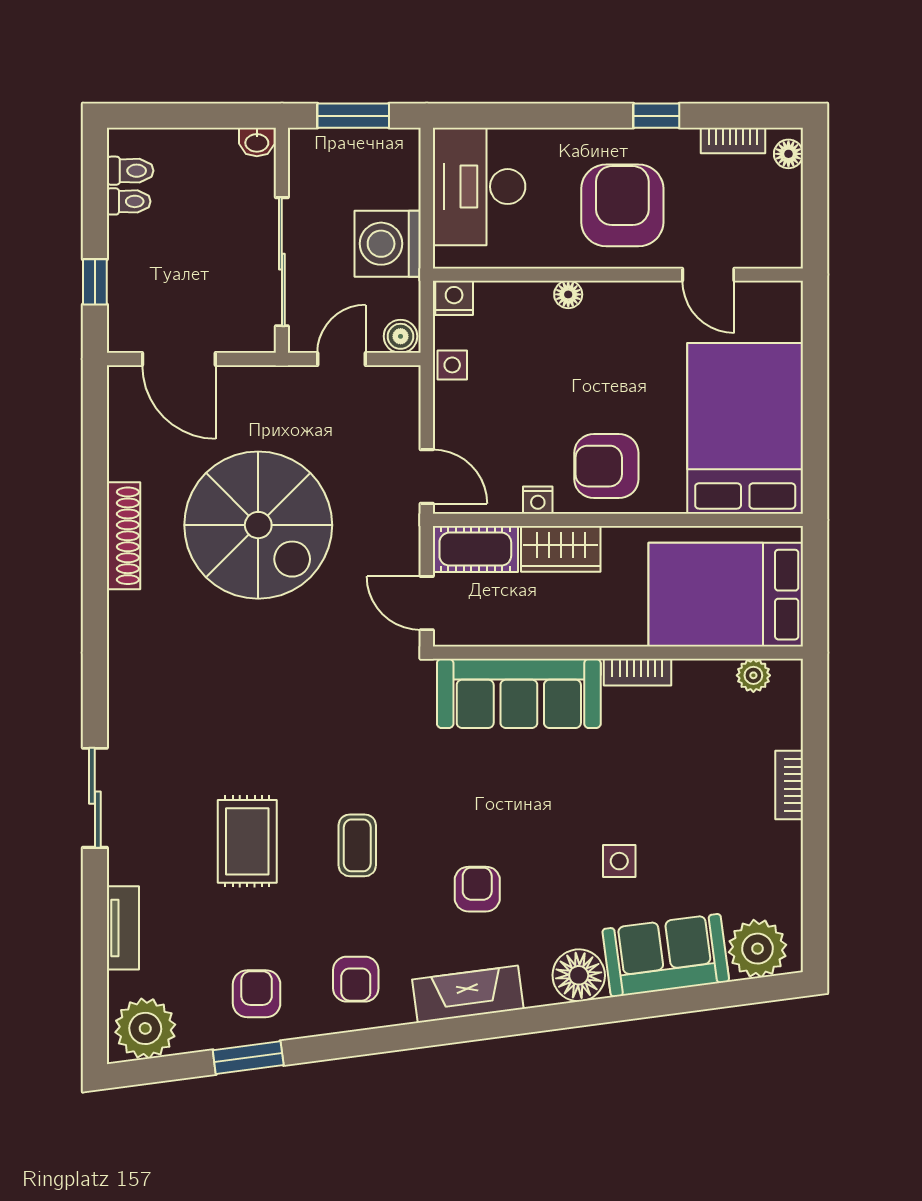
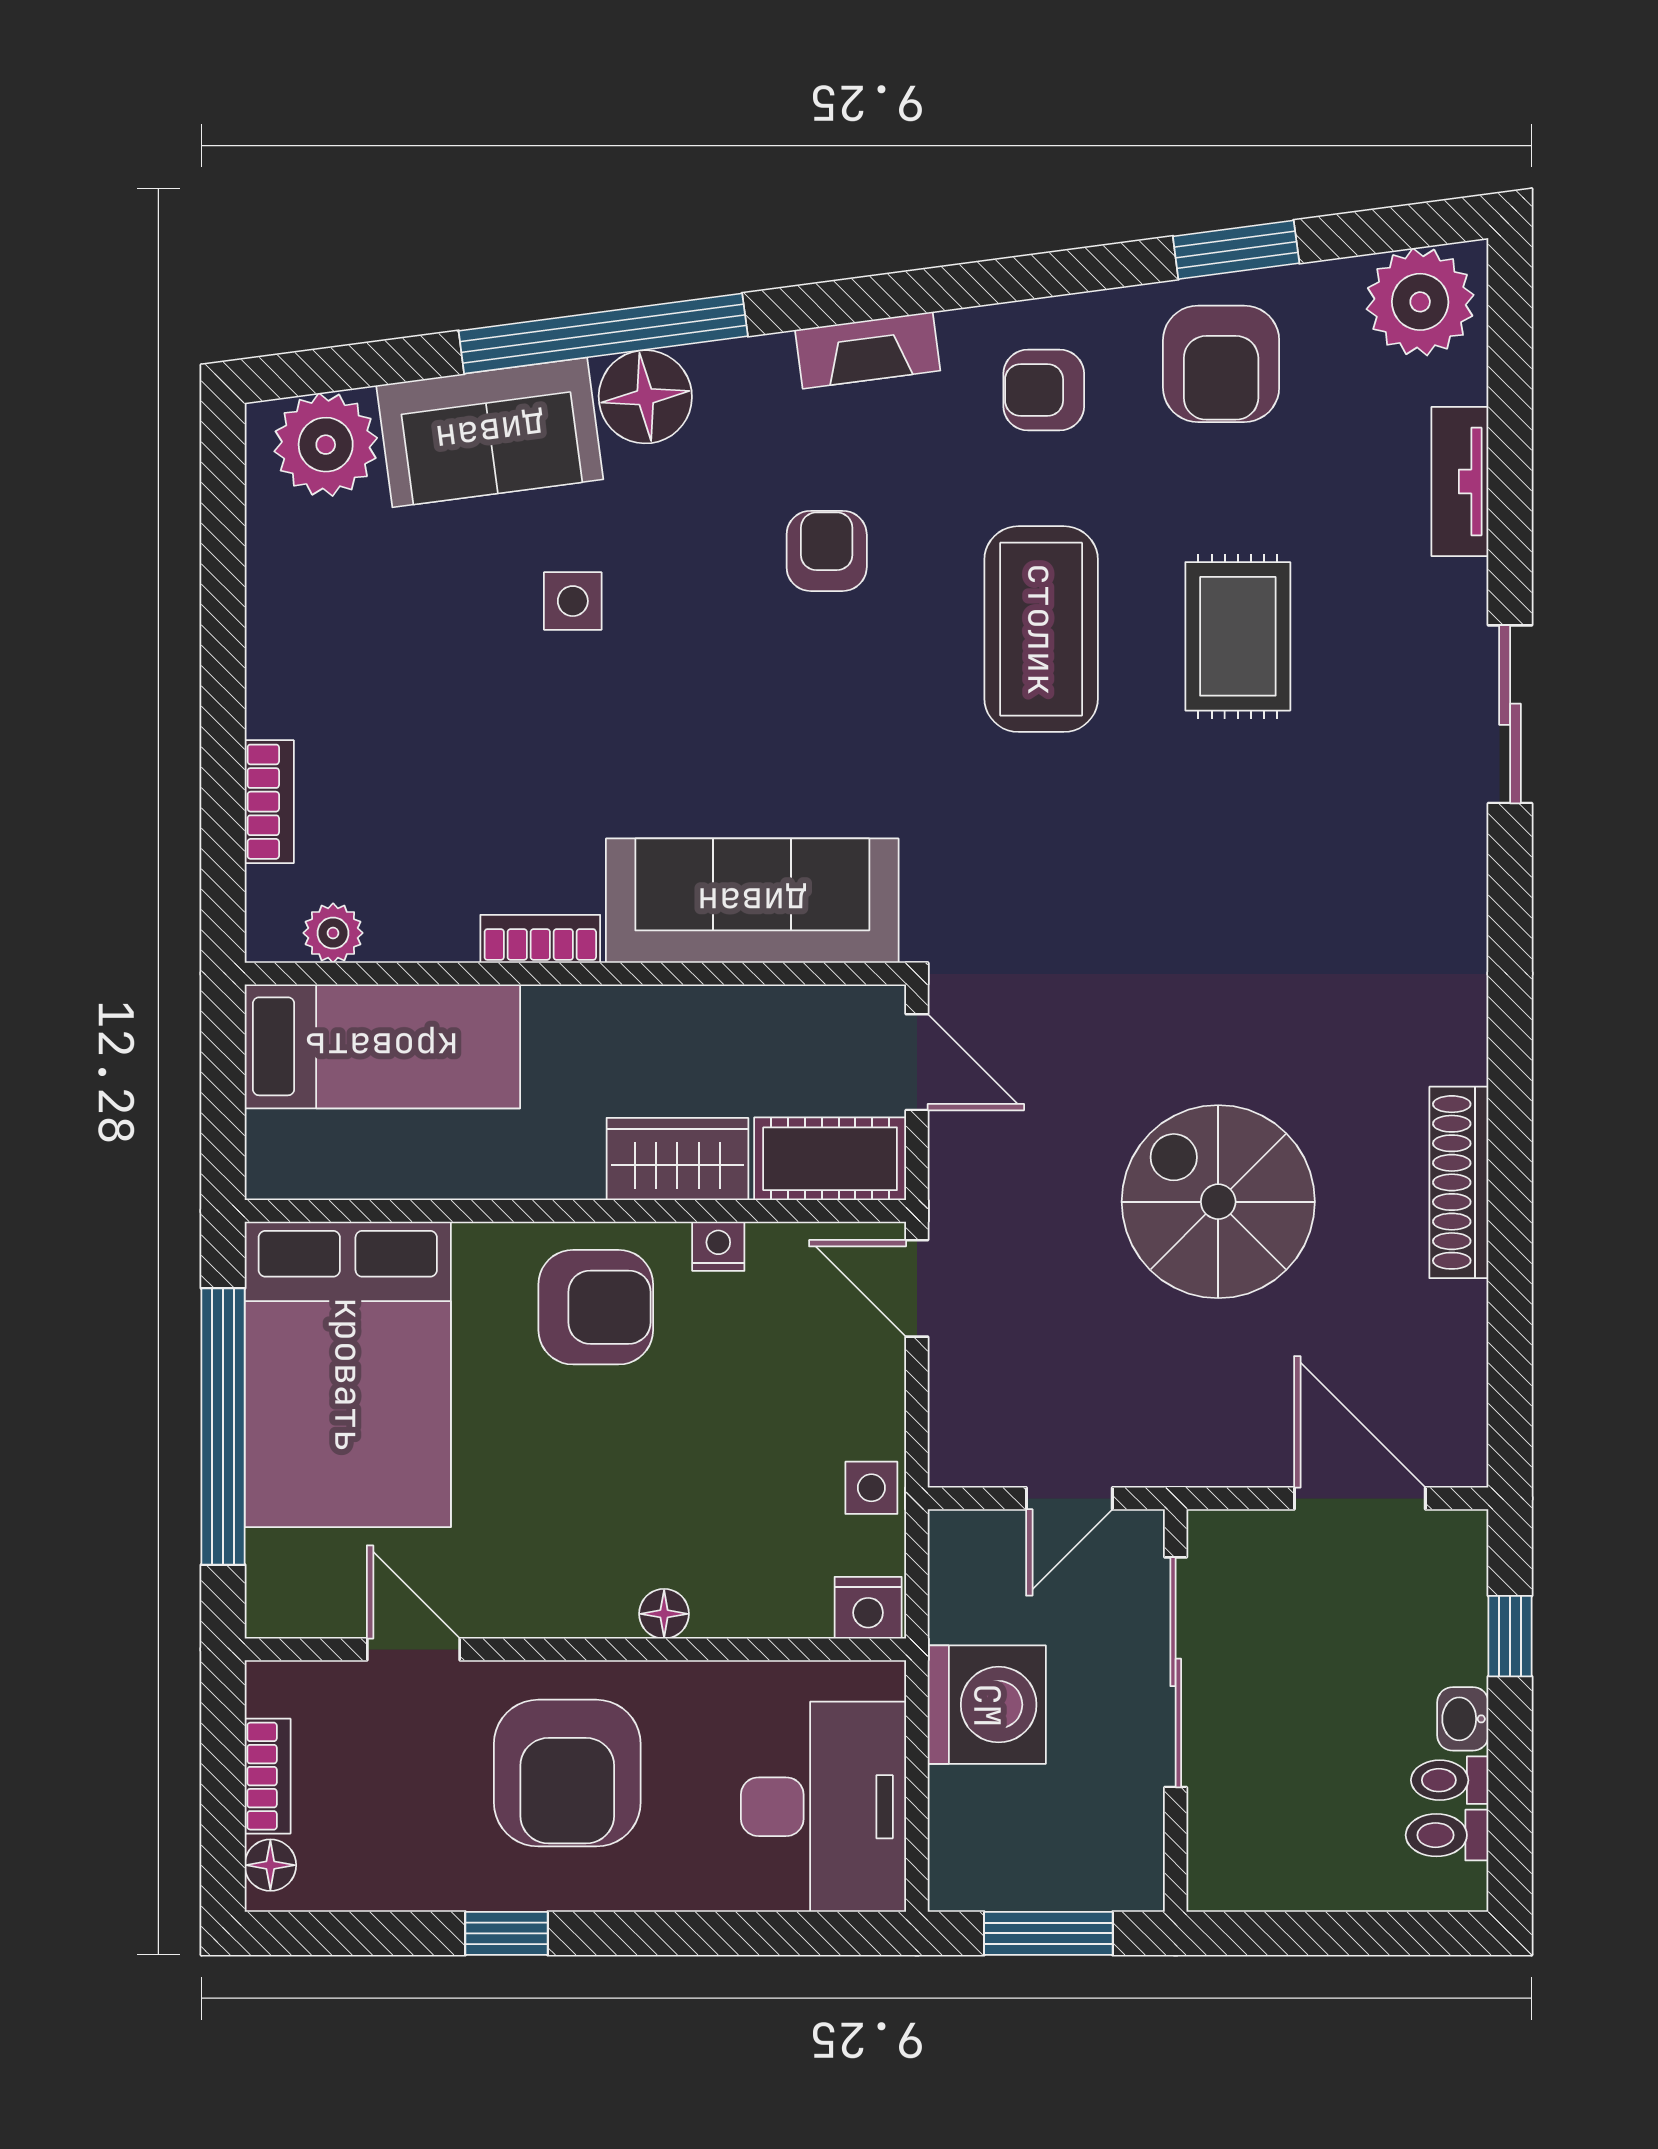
bookcase: (733, 141) -> (268, 1776), moved, turned 90
washbasin: (257, 142) -> (1463, 1719), moved, turned -90
boiler: (401, 336) -> (964, 1539), removed
window: (815, 399) -> (223, 1427), added
spiral stairs: (258, 525) -> (1218, 1202), width x0.73, depth x0.73
bed: (726, 595) -> (382, 1046), width x0.67
bookcase: (789, 785) -> (269, 802), moved
coffee table: (357, 845) -> (1041, 629), width x1.86, depth x1.72
armchair: (477, 889) -> (827, 551), turned 180
armchair: (356, 979) -> (1044, 390), turned -90
armchair: (257, 994) -> (1221, 364), width x1.38, depth x1.38
fireplace: (468, 994) -> (868, 350), width x0.73, depth x0.76
window: (602, 1011) -> (603, 334), added

